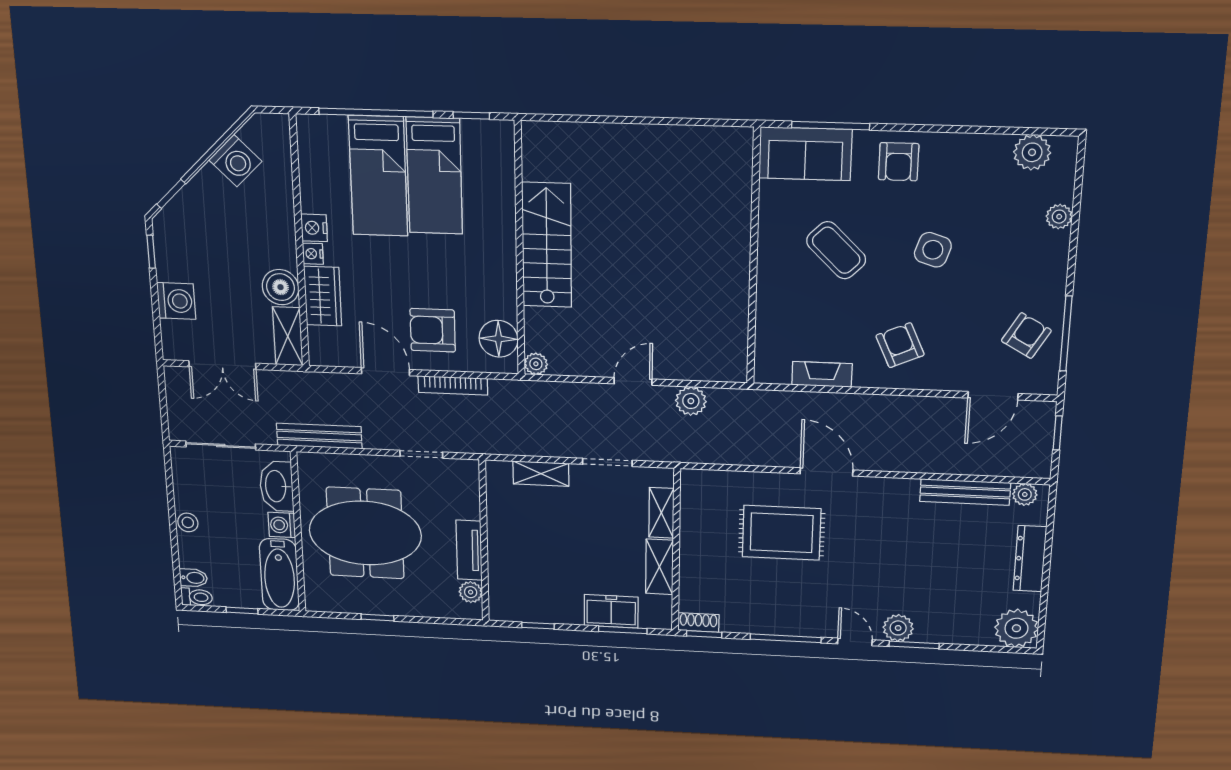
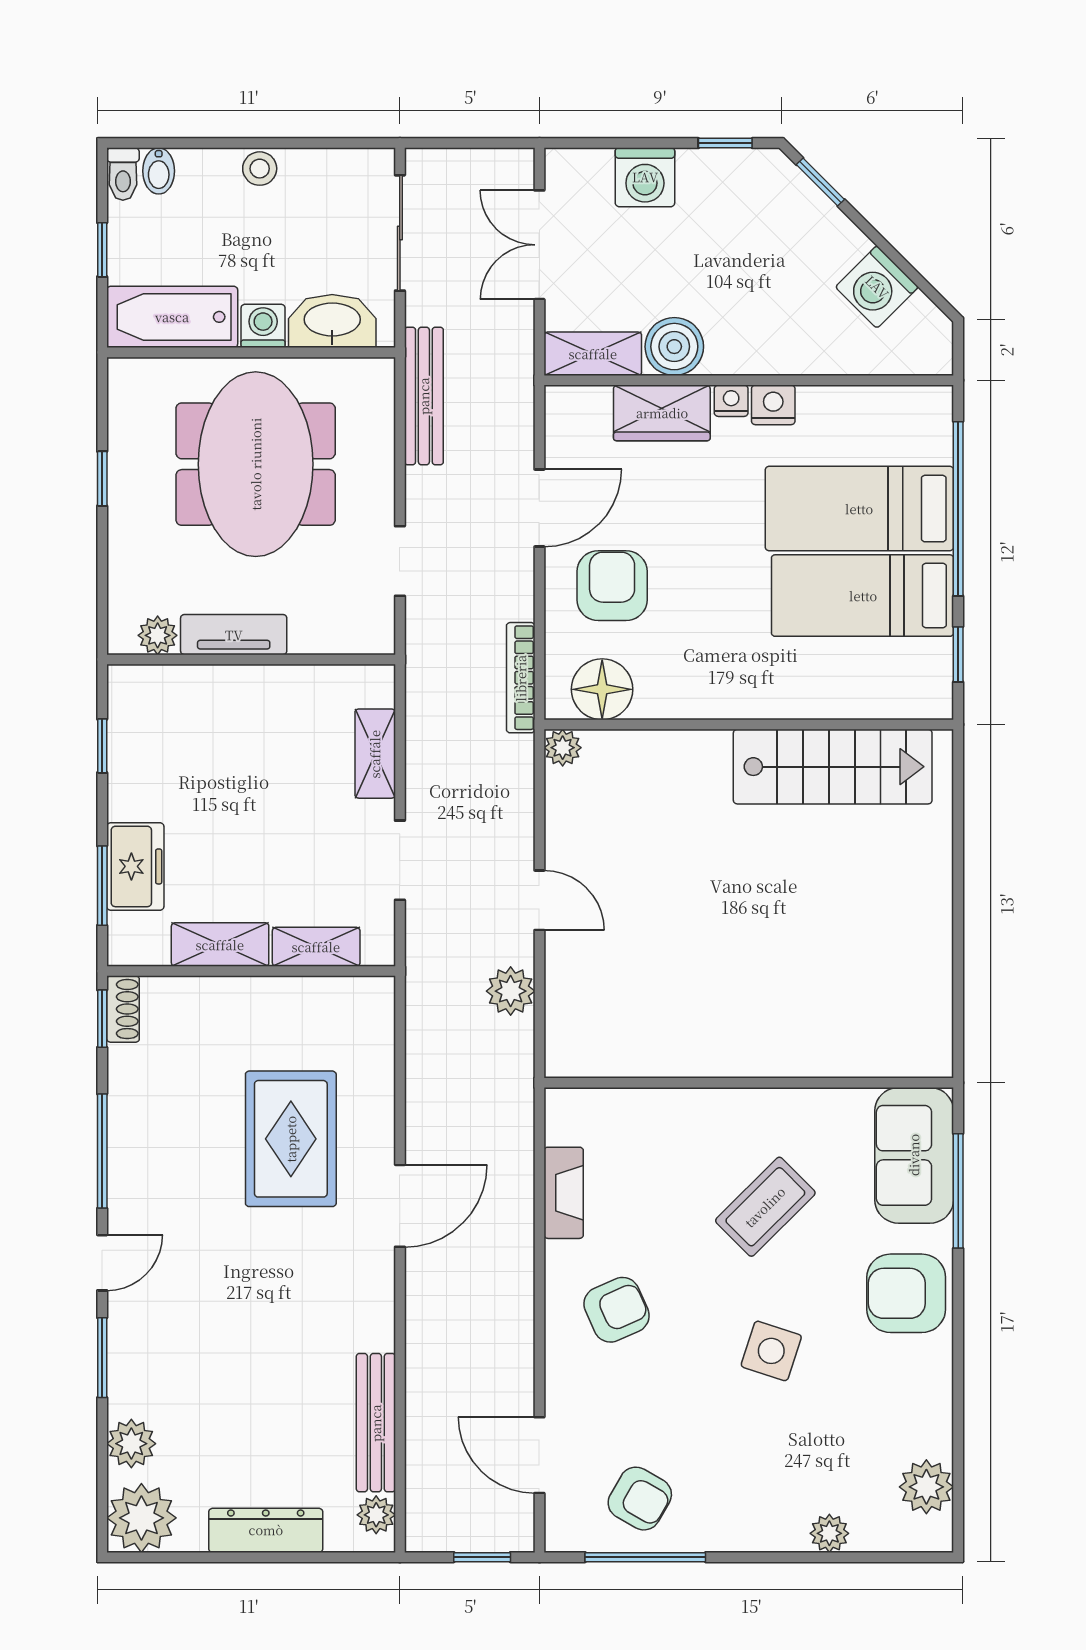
armchair: (899, 162) -> (906, 1293), width x1.38, depth x1.38
stairs: (547, 245) -> (833, 767), moved
bookcase: (453, 385) -> (521, 678), moved
plant: (898, 628) -> (131, 1444), moved

